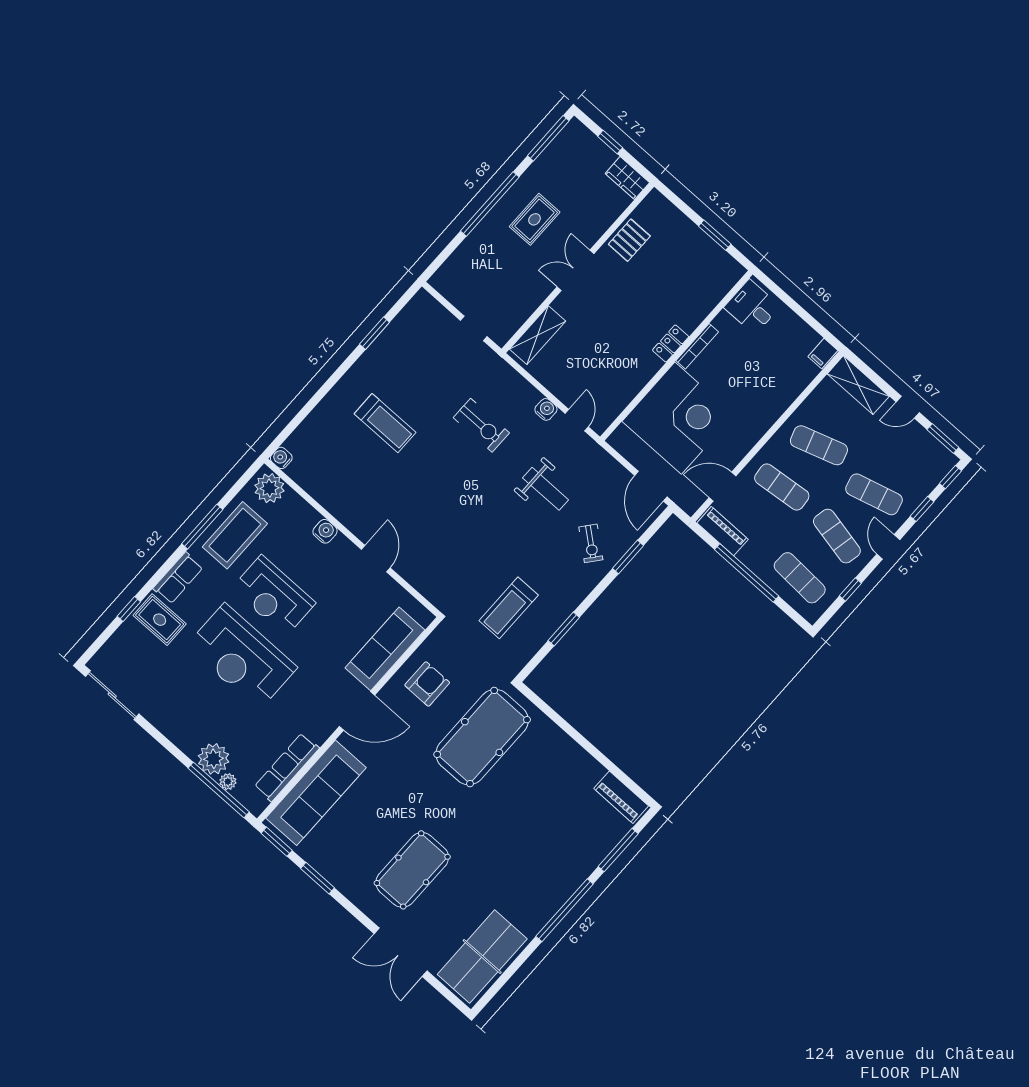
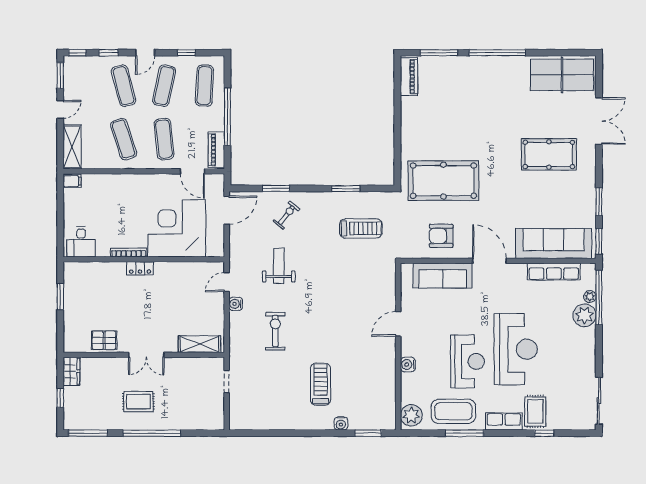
window: (375, 333) -> (368, 433), moved
door: (908, 407) -> (60, 109), hinge flipped
water cooler: (281, 458) -> (341, 424), moved

